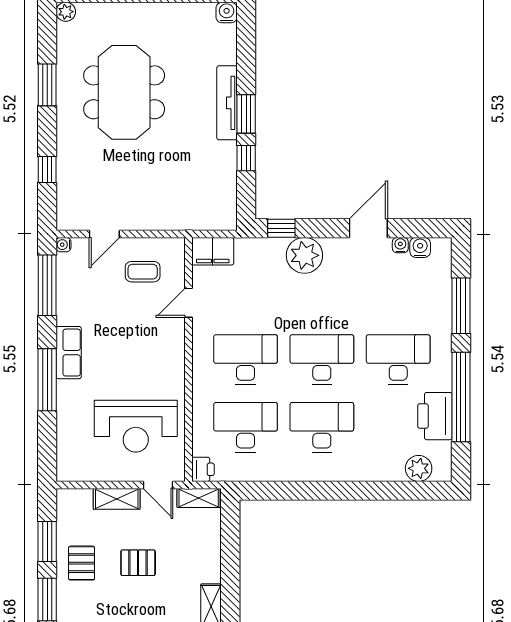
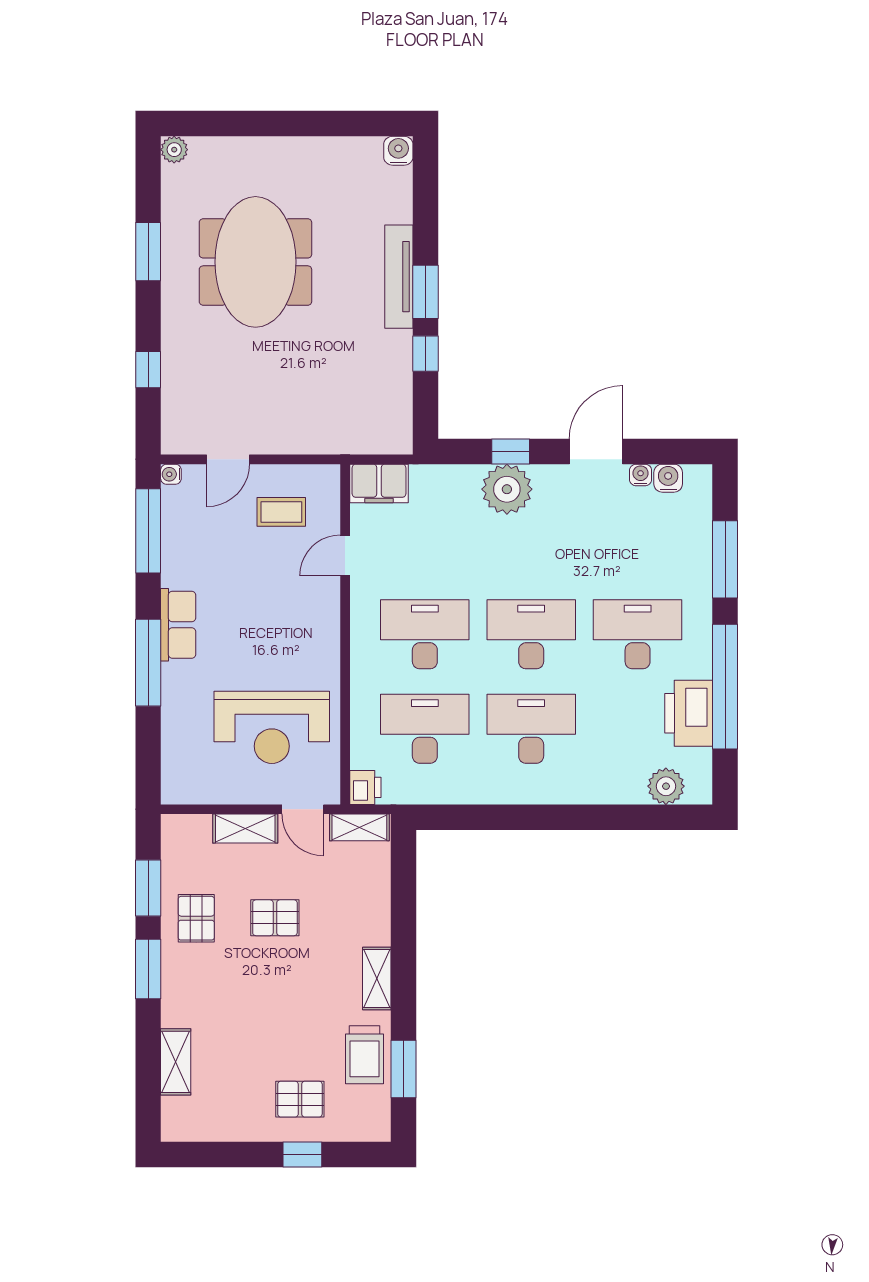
window: (281, 228) -> (511, 451), moved

